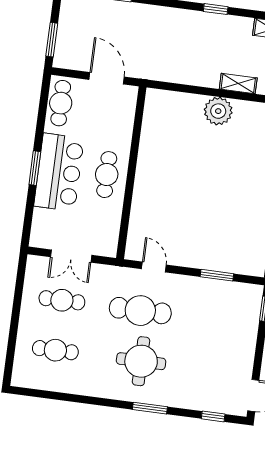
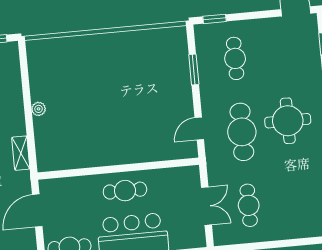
shelving: (238, 83) -> (21, 153), moved
plant: (218, 111) -> (39, 109), width x0.53, depth x0.53
cafe table: (55, 350) -> (235, 58), moved

